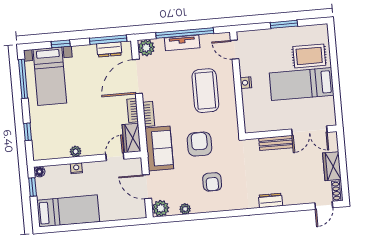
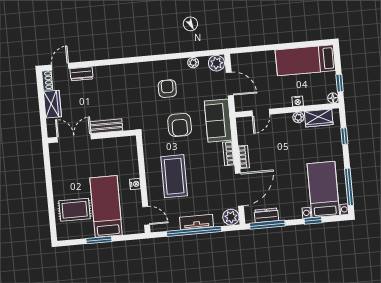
bed: (302, 84) -> (106, 206), moved, turned -90
wardrobe: (131, 138) -> (319, 118), moved, turned 90
dresser: (270, 200) -> (81, 74), moved

